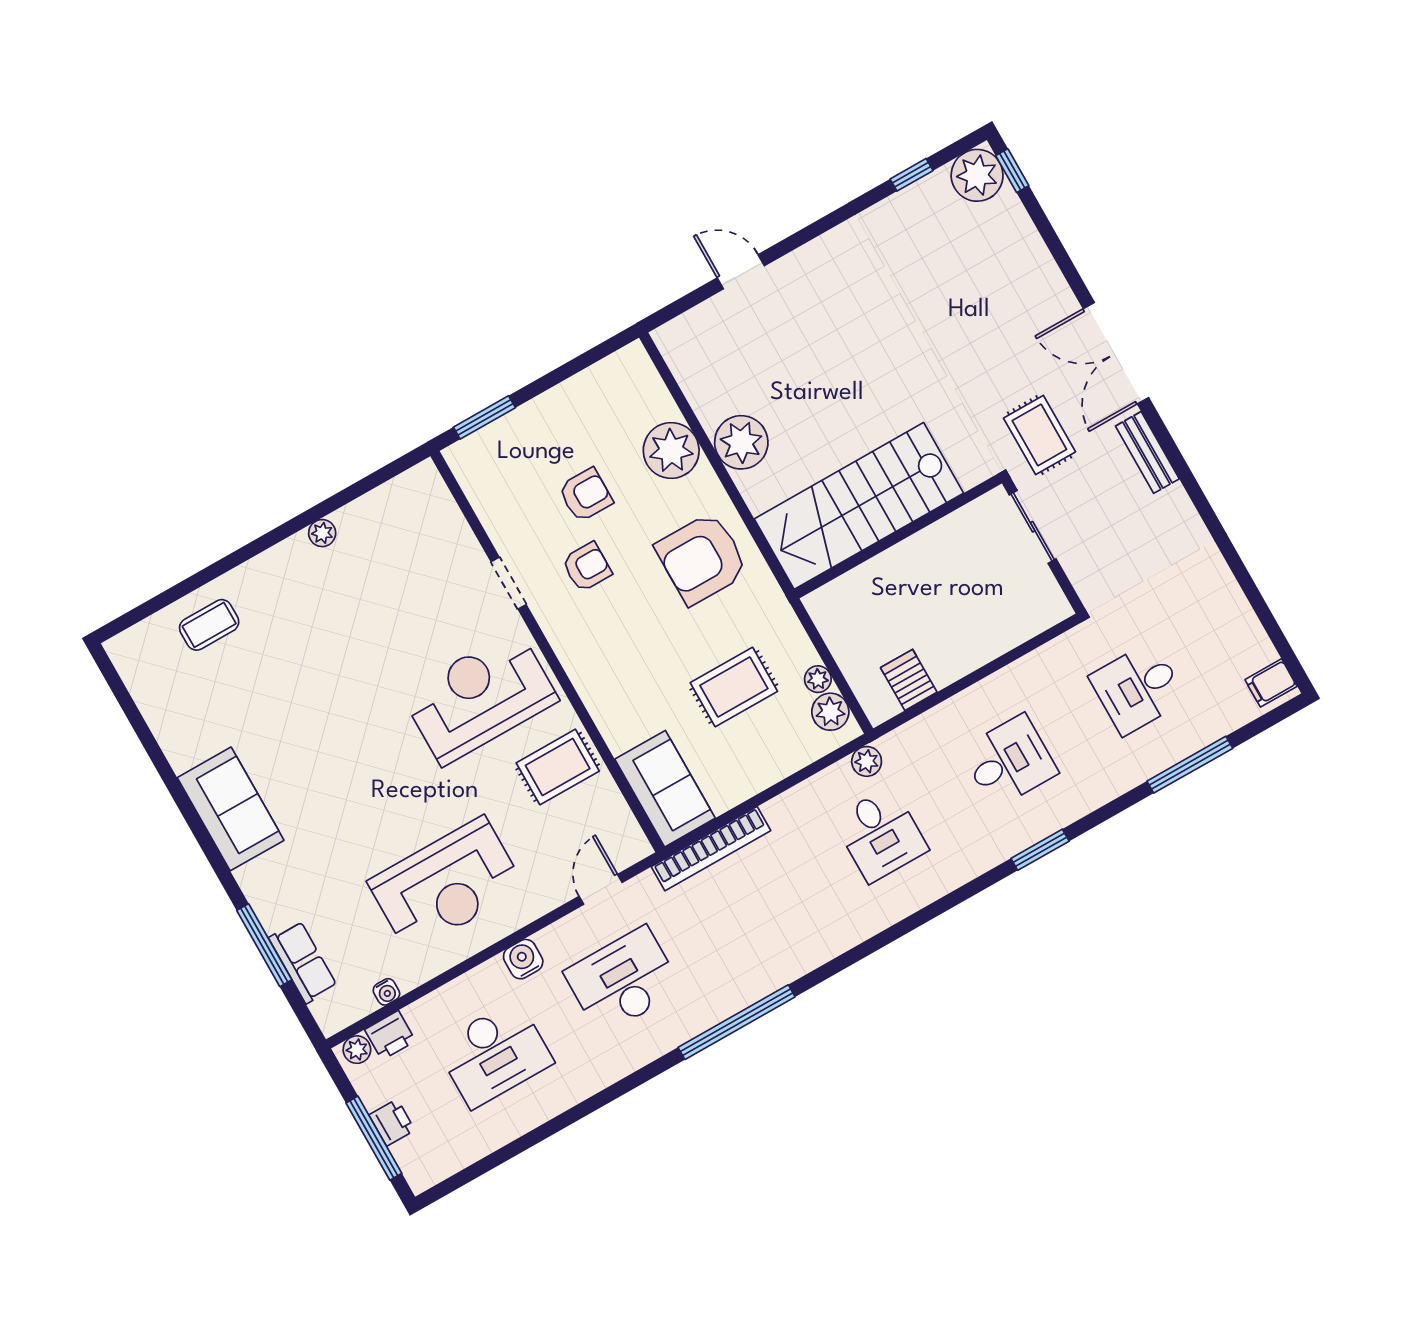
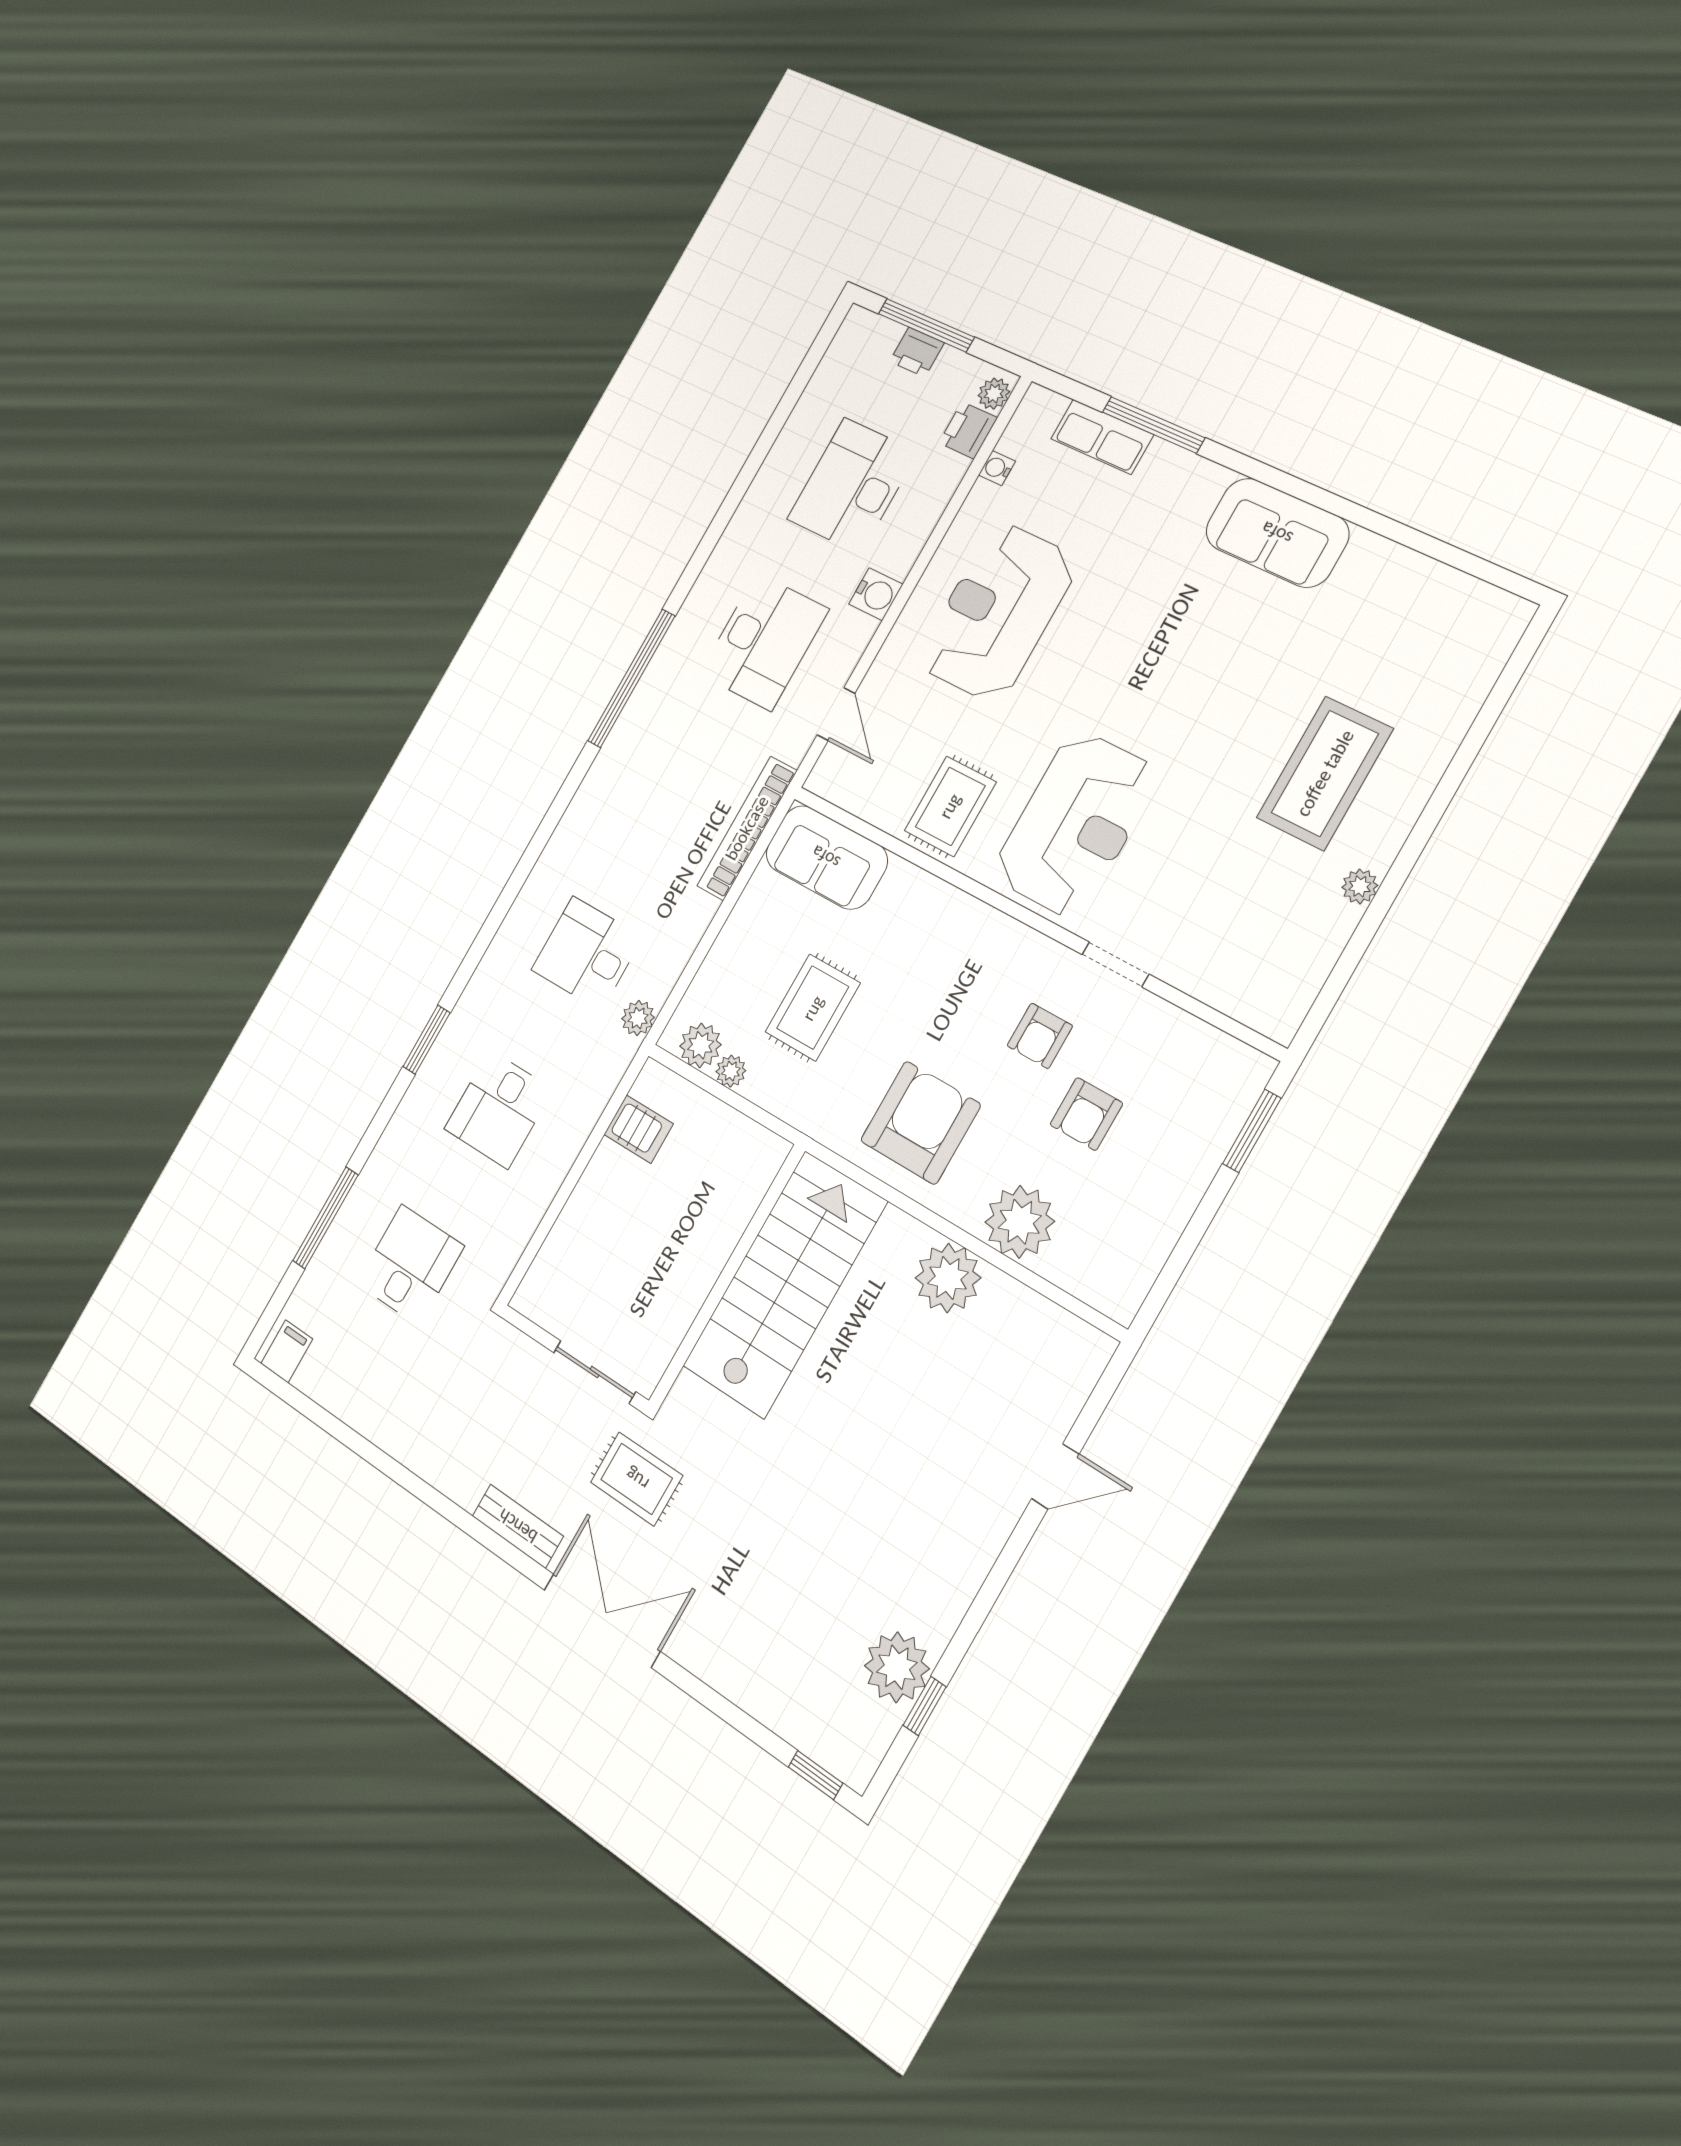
plant: (977, 175) -> (897, 1667), moved
coffee table: (209, 625) -> (1325, 773), moved, width x1.86, depth x1.72

